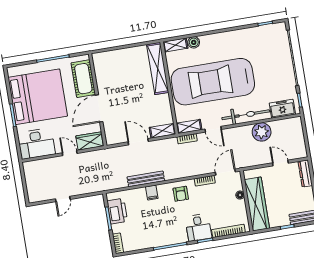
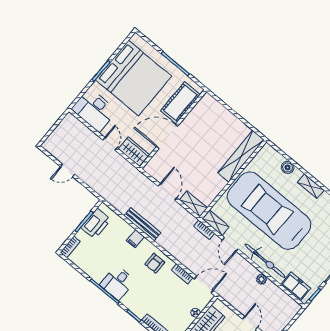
shelving: (175, 45) -> (311, 186), moved
plant: (262, 132) -> (262, 279), width x0.53, depth x0.53
desk: (198, 227) -> (117, 283), moved

